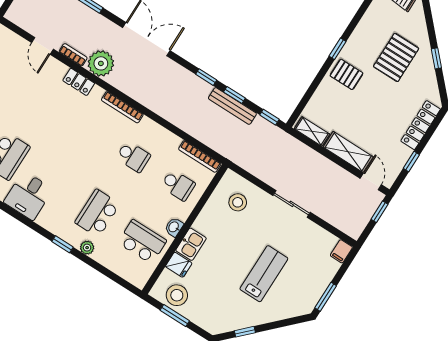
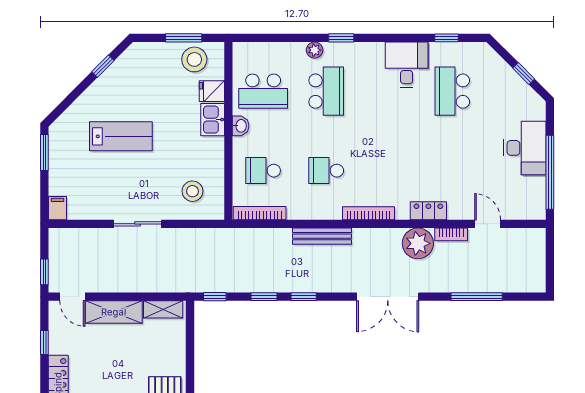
bench: (232, 106) -> (322, 236), moved
lab bench: (264, 274) -> (121, 136), turned -90

